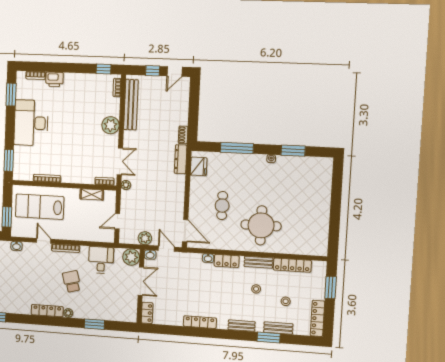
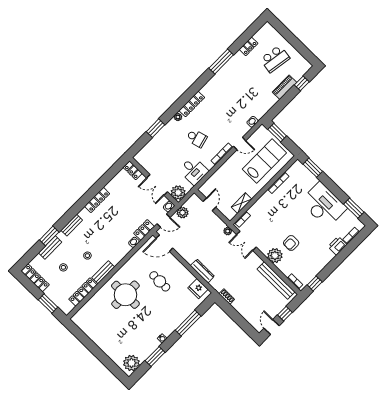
armchair: (87, 121) -> (291, 243), added
dresser: (181, 159) -> (202, 271), moved
plant: (318, 167) -> (131, 363), added
locker: (227, 261) -> (144, 230), moved

